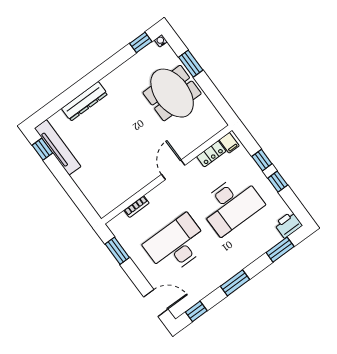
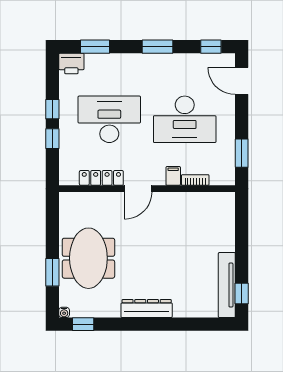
dresser: (85, 101) -> (147, 309), moved
filing cabinet: (229, 143) -> (173, 176), moved
locker: (211, 154) -> (101, 178), width x1.53

